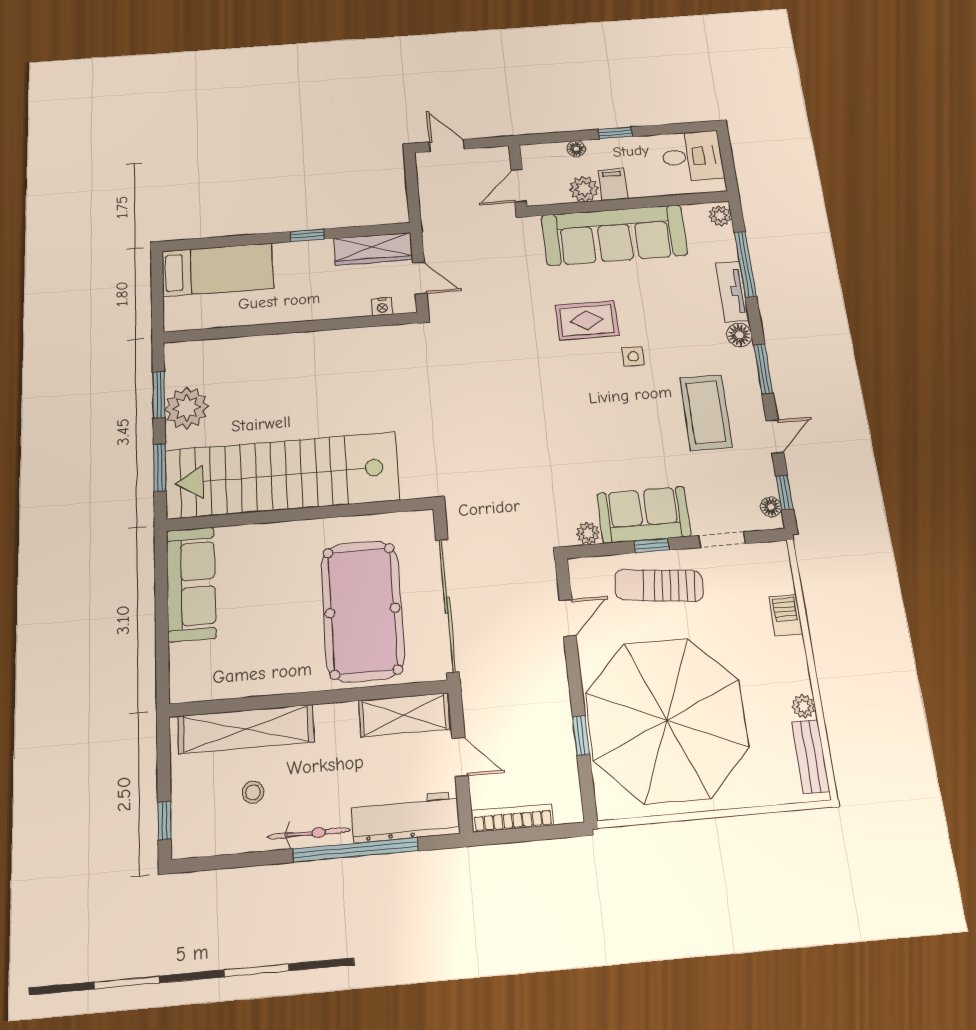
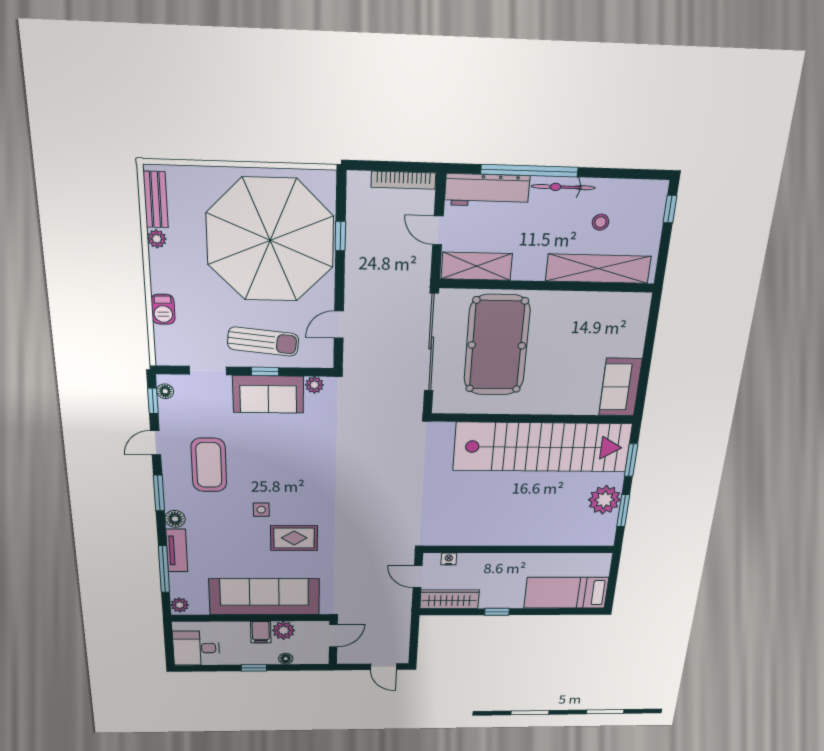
sofa: (191, 584) -> (620, 387), width x0.73

